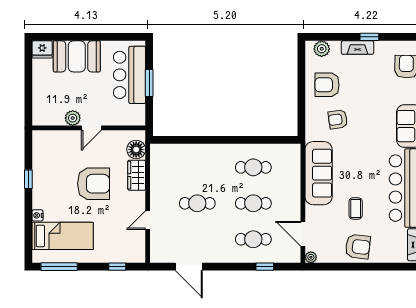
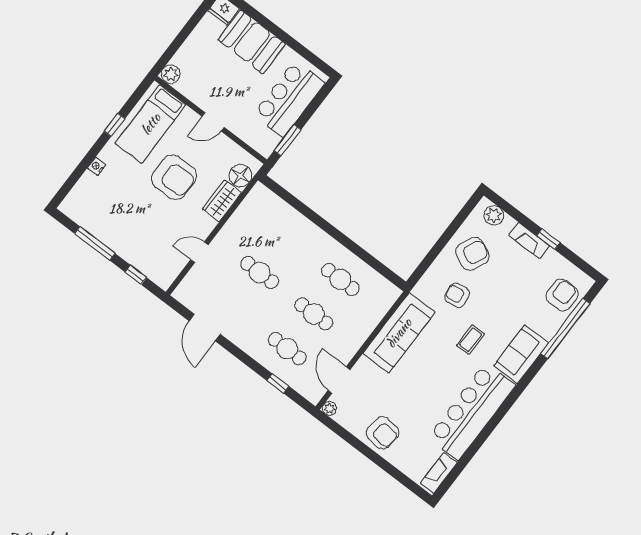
window: (149, 83) -> (287, 140), moved
armchair: (327, 85) -> (472, 254), turned 115
plant: (73, 118) -> (171, 74), moved
coffee table: (356, 208) -> (470, 340), moved
bed: (63, 236) -> (151, 124), moved, turned 90
window: (59, 267) -> (95, 243), moved

